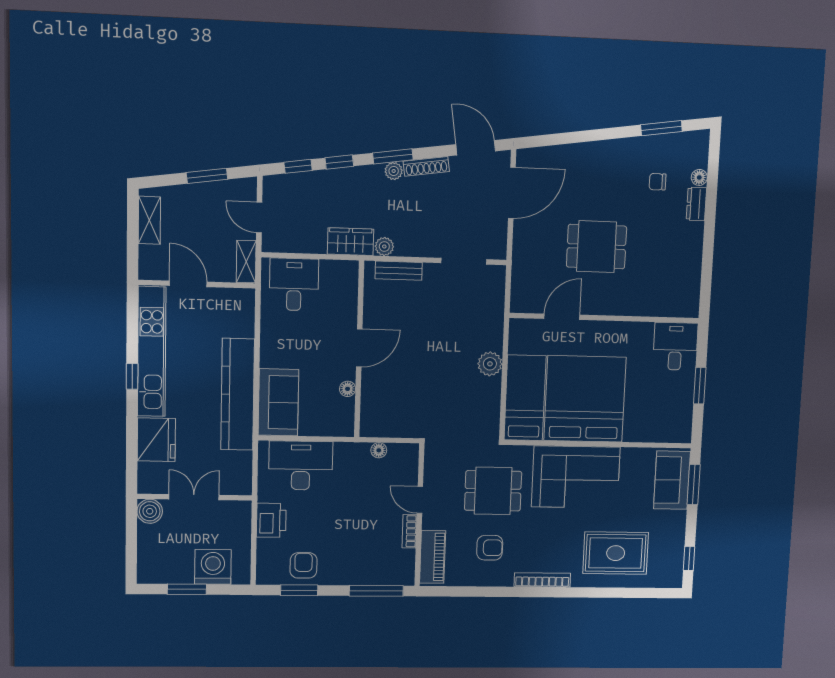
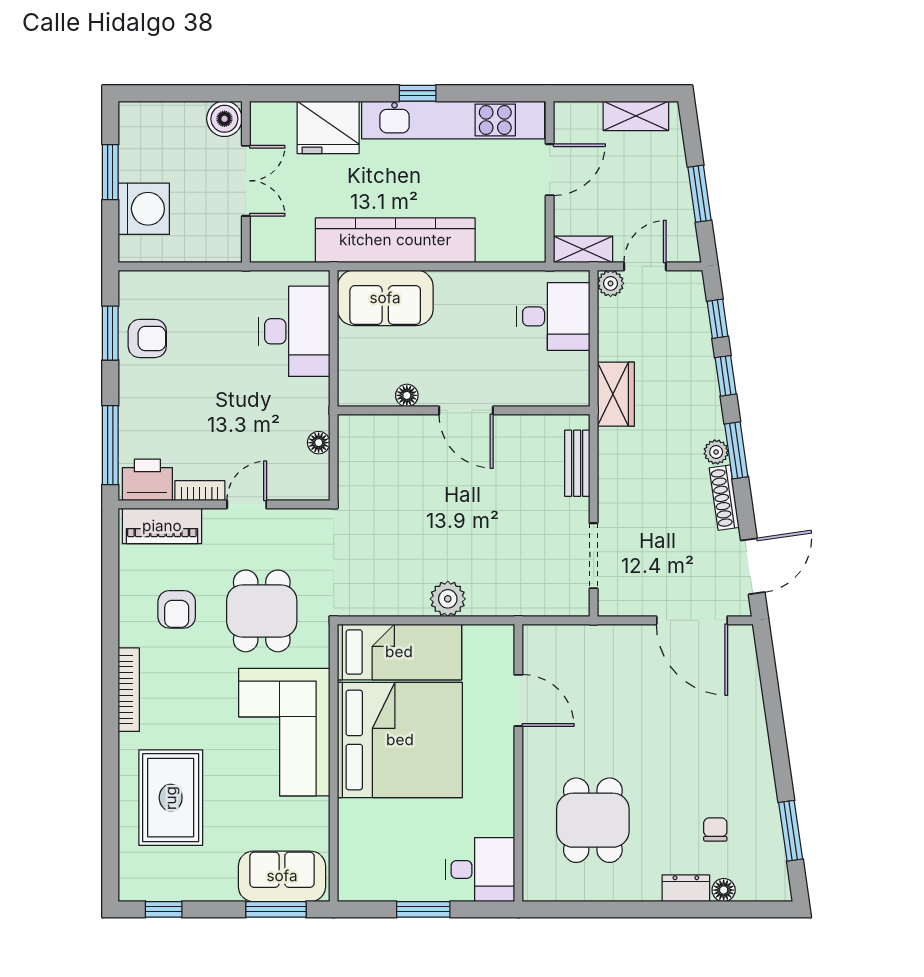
plant: (384, 246) -> (611, 283), moved
dining table: (597, 247) -> (593, 820), moved
printer: (271, 520) -> (147, 480), moved, turned 180

